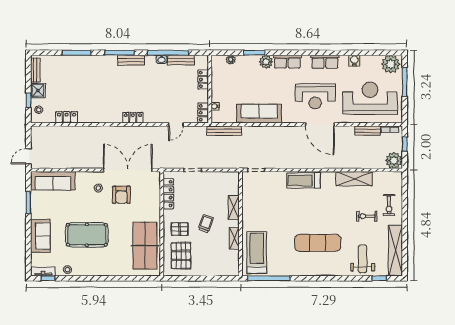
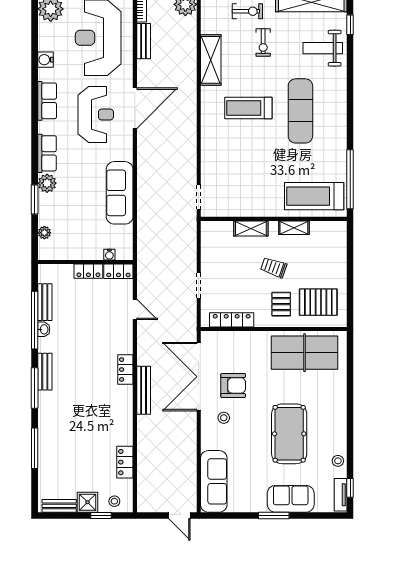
locker: (203, 79) -> (88, 271), moved
bench: (224, 131) -> (144, 390), moved
treadmill: (304, 180) -> (248, 108), moved, turned 90
window: (28, 202) -> (274, 516), moved

